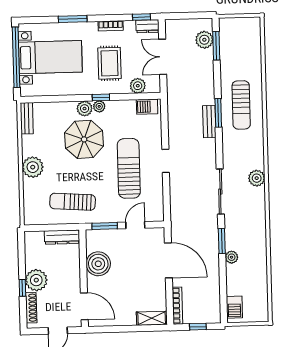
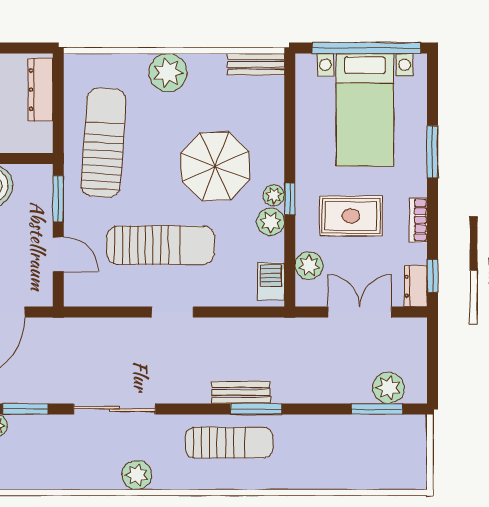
sun lounger: (241, 105) -> (229, 443), moved, turned 180
plant: (85, 109) -> (271, 222), moved
sun lounger: (73, 202) -> (104, 143), width x1.36, depth x1.34
dresser: (62, 237) -> (40, 90), moved

